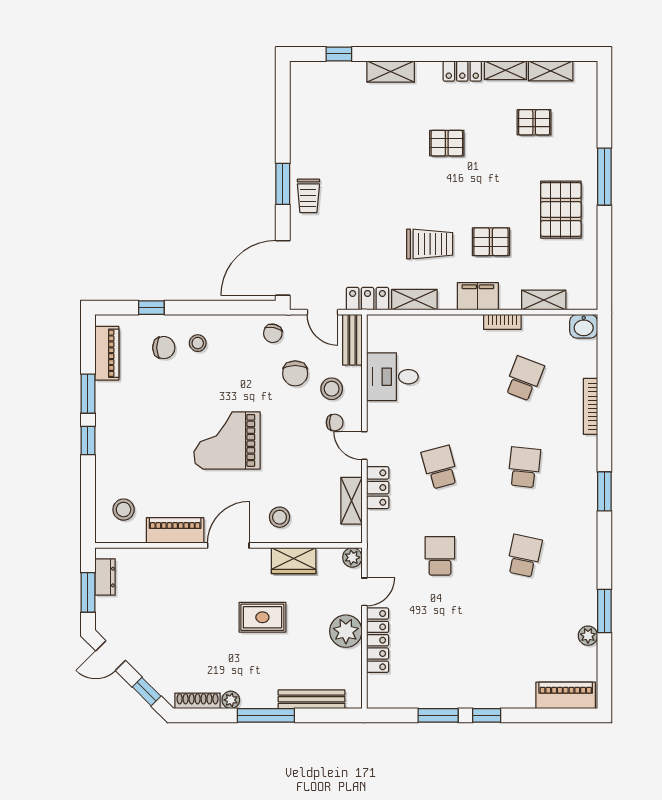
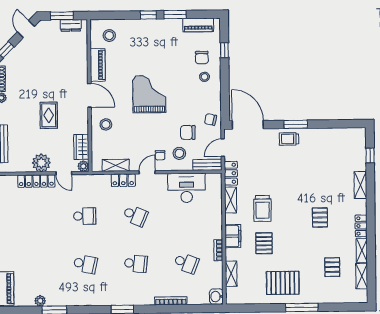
desk: (392, 377) -> (187, 188), width x1.37
school desk: (440, 467) -> (135, 216), turned 39
wardrobe: (294, 561) -> (81, 147), moved

